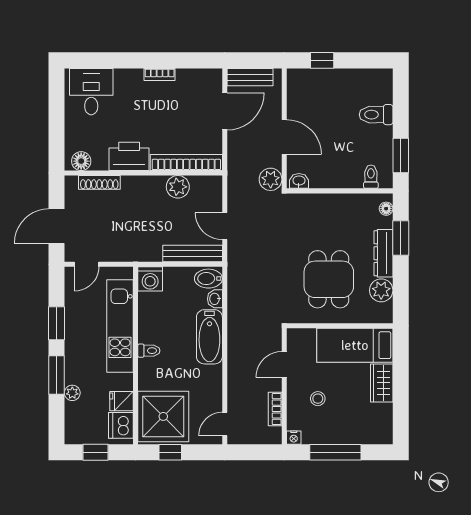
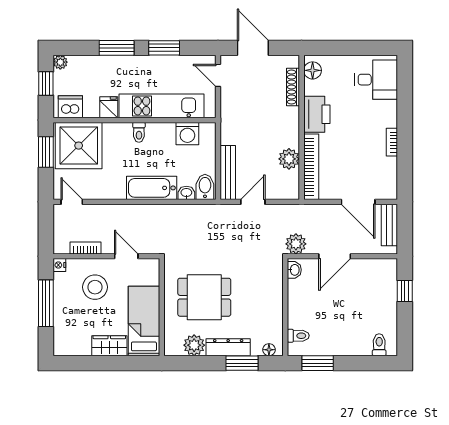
toilet: (376, 115) -> (379, 345), moved, width x0.73, depth x0.72
washing machine: (150, 279) -> (187, 134), moved, turned -90
plant: (72, 393) -> (60, 62), moved
stool: (318, 399) -> (95, 287), width x1.89, depth x1.89
fridge: (122, 401) -> (109, 107), moved
window: (170, 452) -> (46, 152), width x1.50

